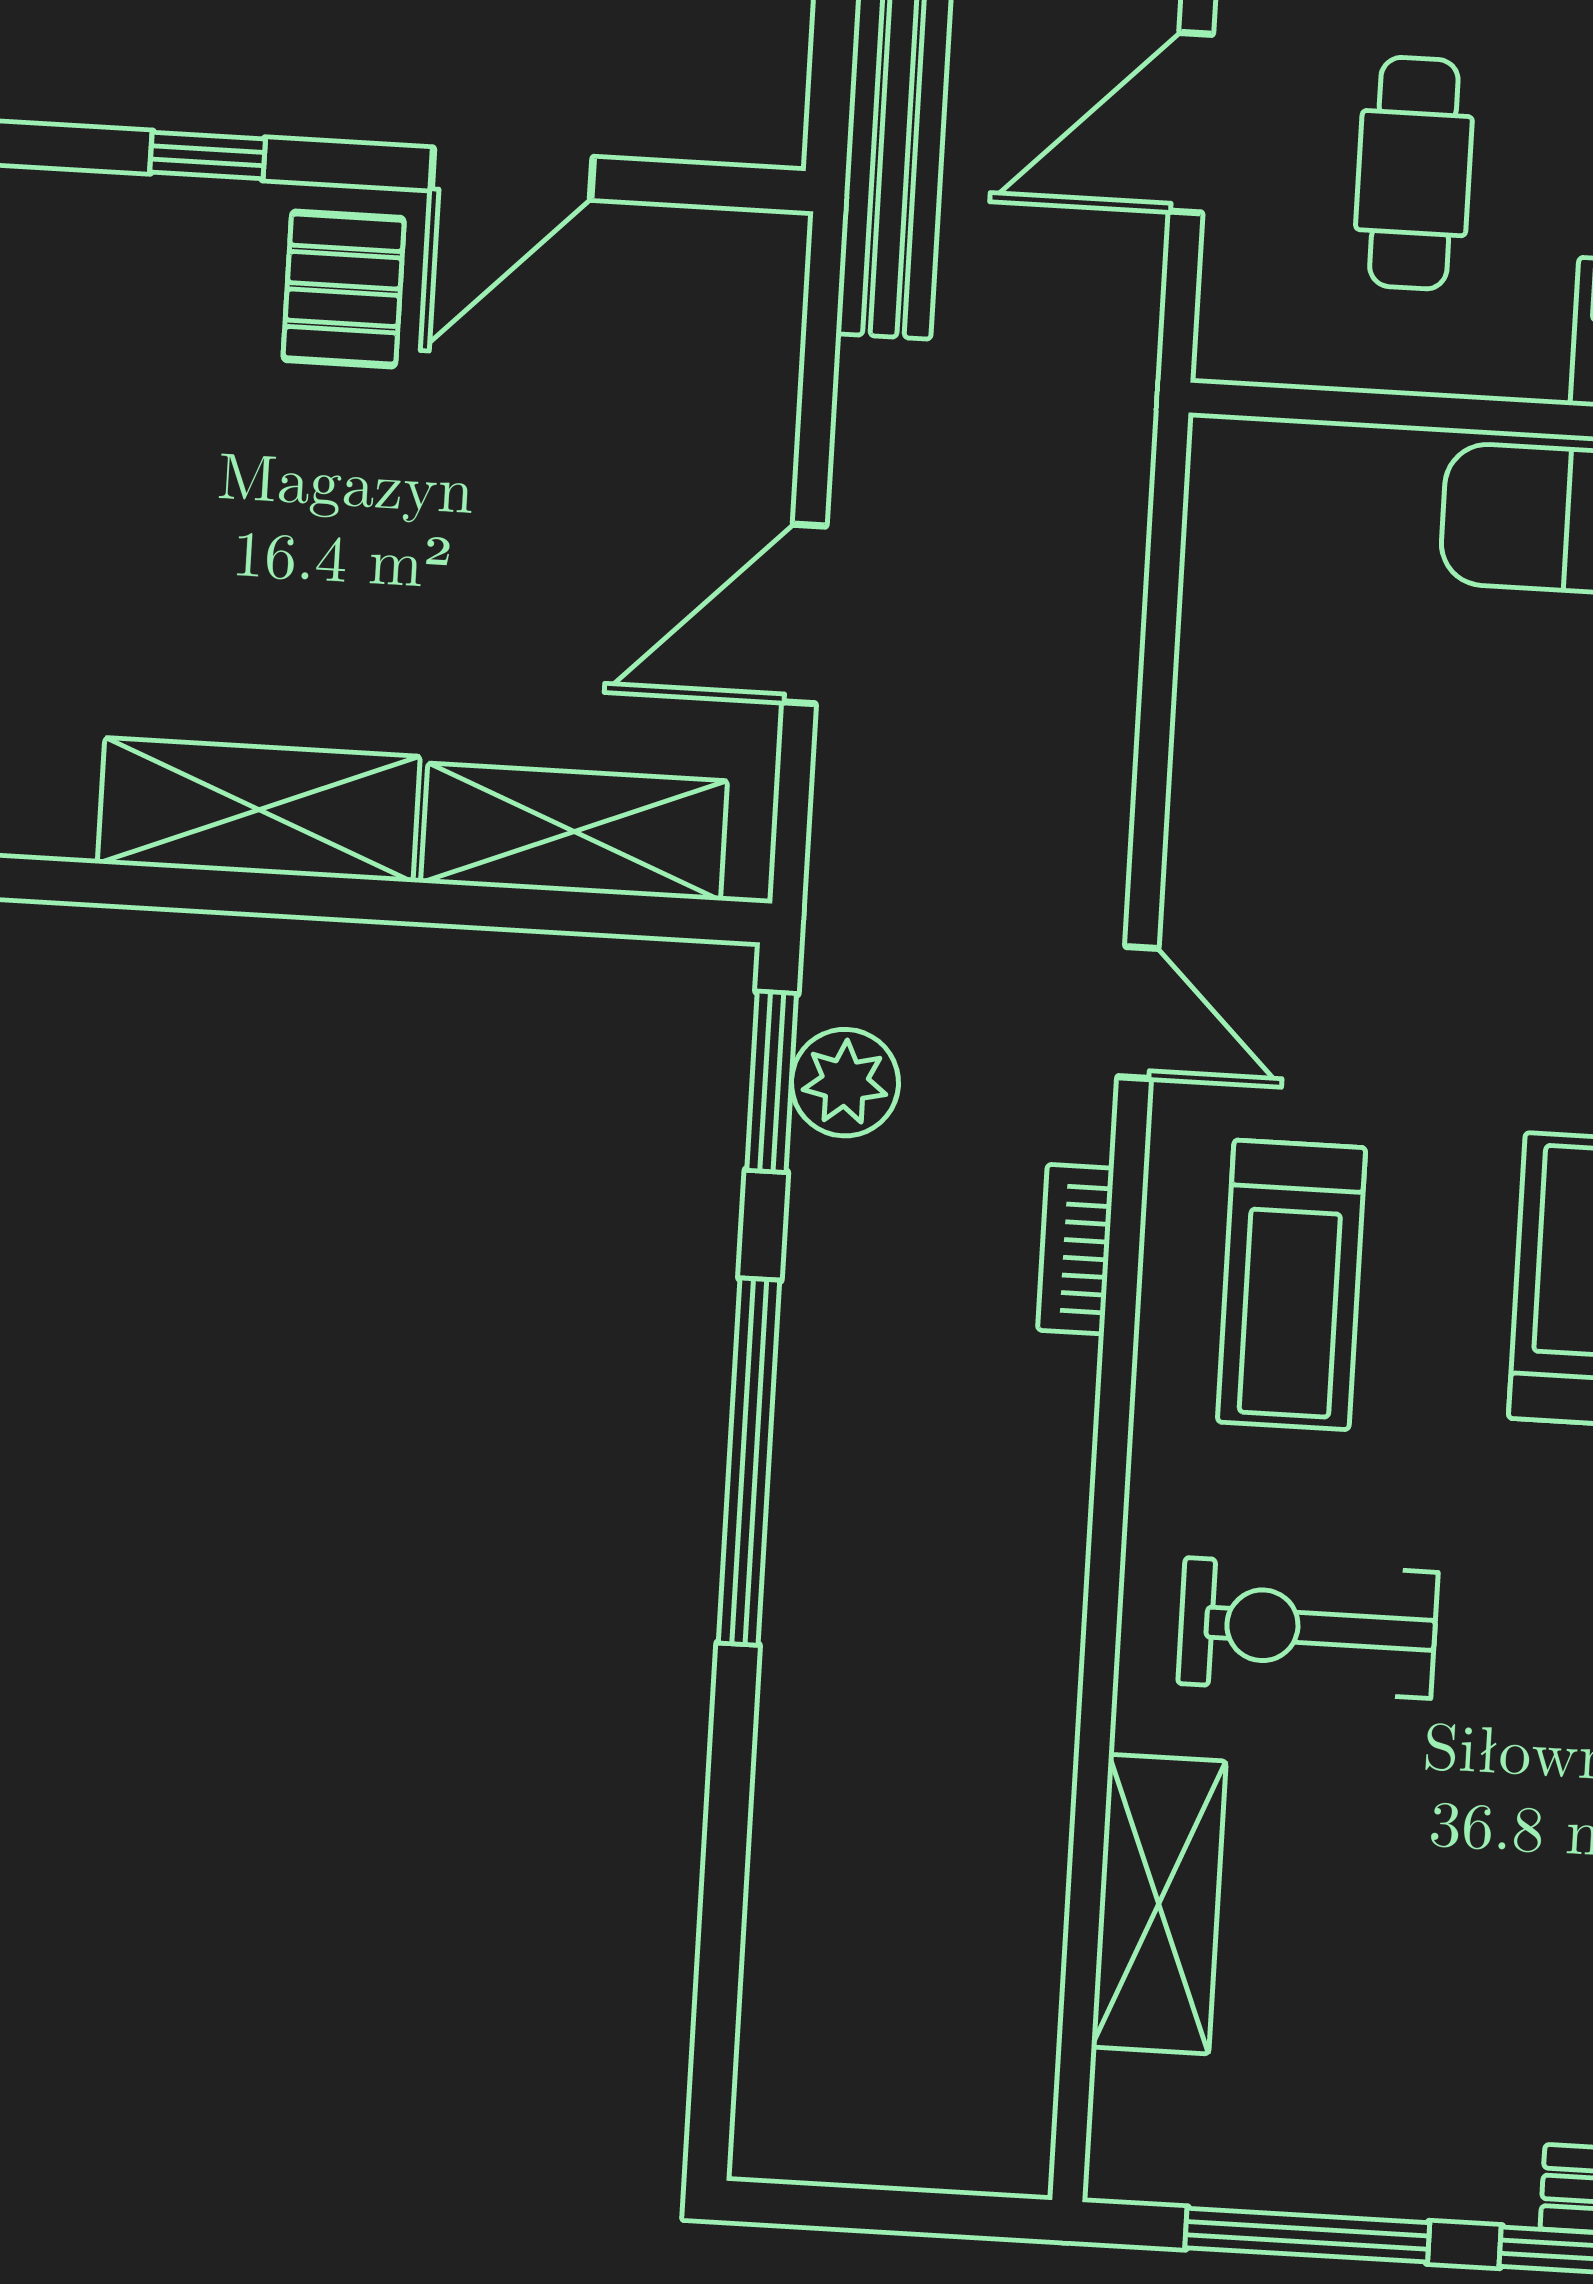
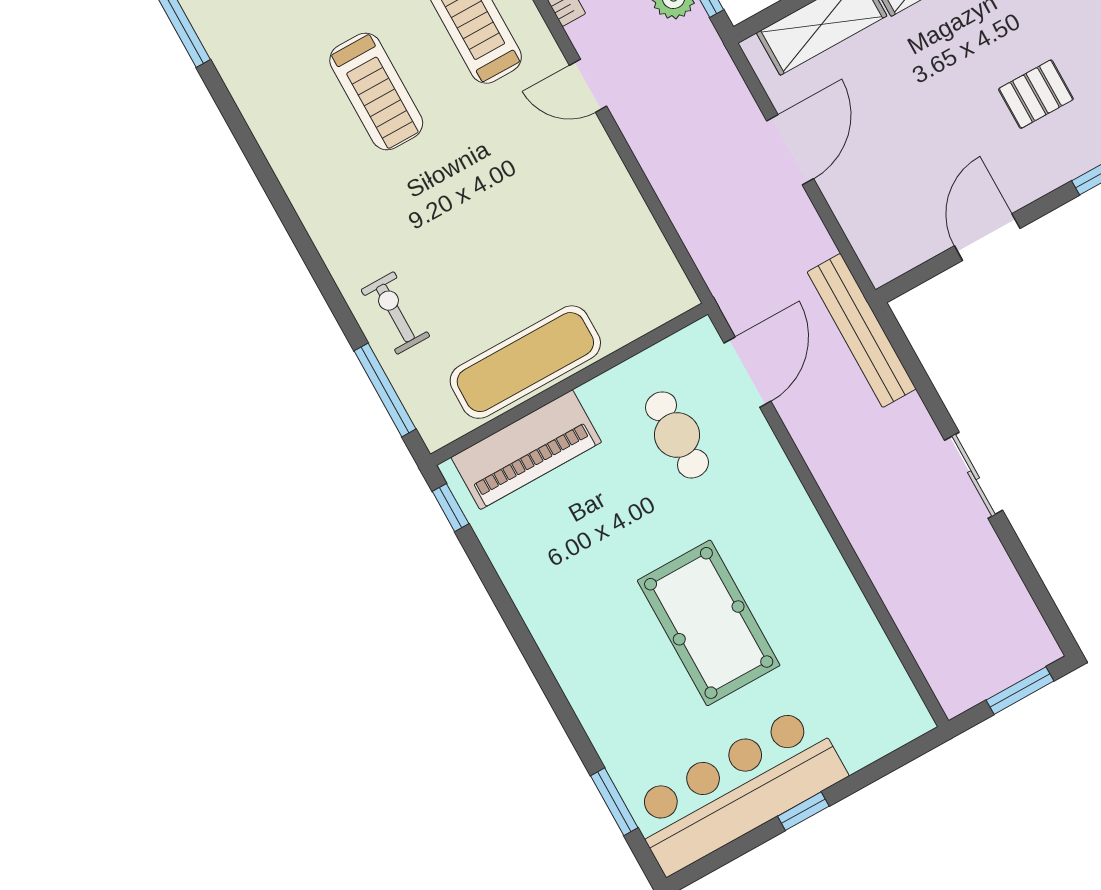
door: (1191, 123) -> (747, 372), moved
pallet: (344, 289) -> (1036, 94), moved, turned 90

